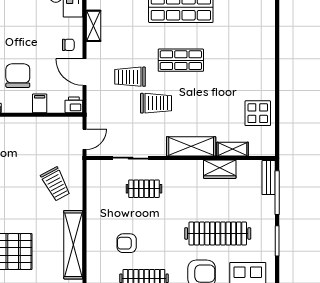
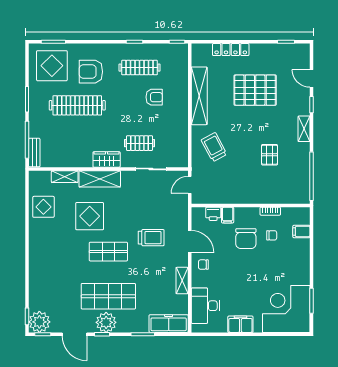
display table: (203, 102) -> (90, 216), added
trolley: (156, 103) -> (129, 215), removed
printer: (74, 105) -> (213, 214), moved
wardrobe: (220, 169) -> (107, 160), moved

